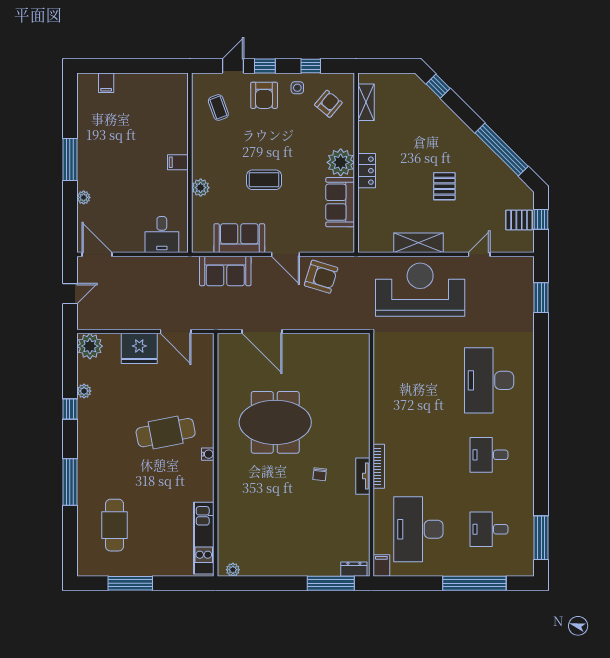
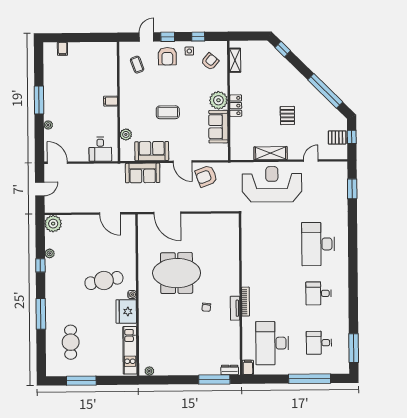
plant: (201, 188) -> (126, 134), moved
armchair: (321, 277) -> (206, 176), turned 143
fridge: (139, 348) -> (126, 311), moved, turned 90

